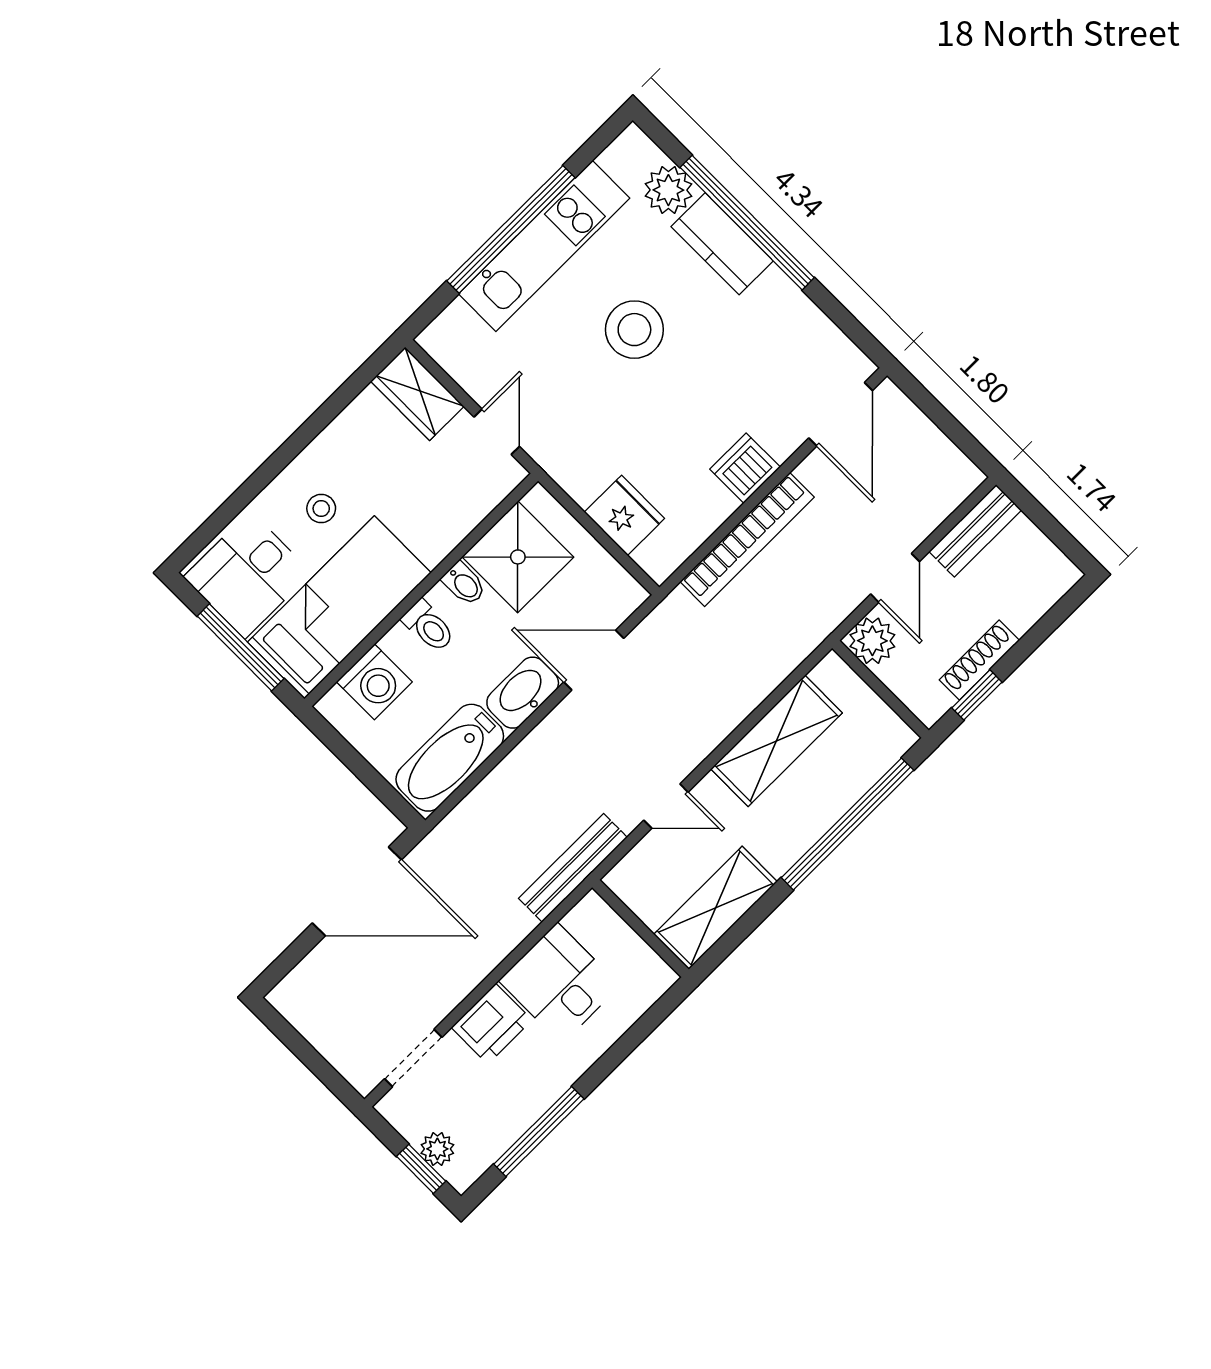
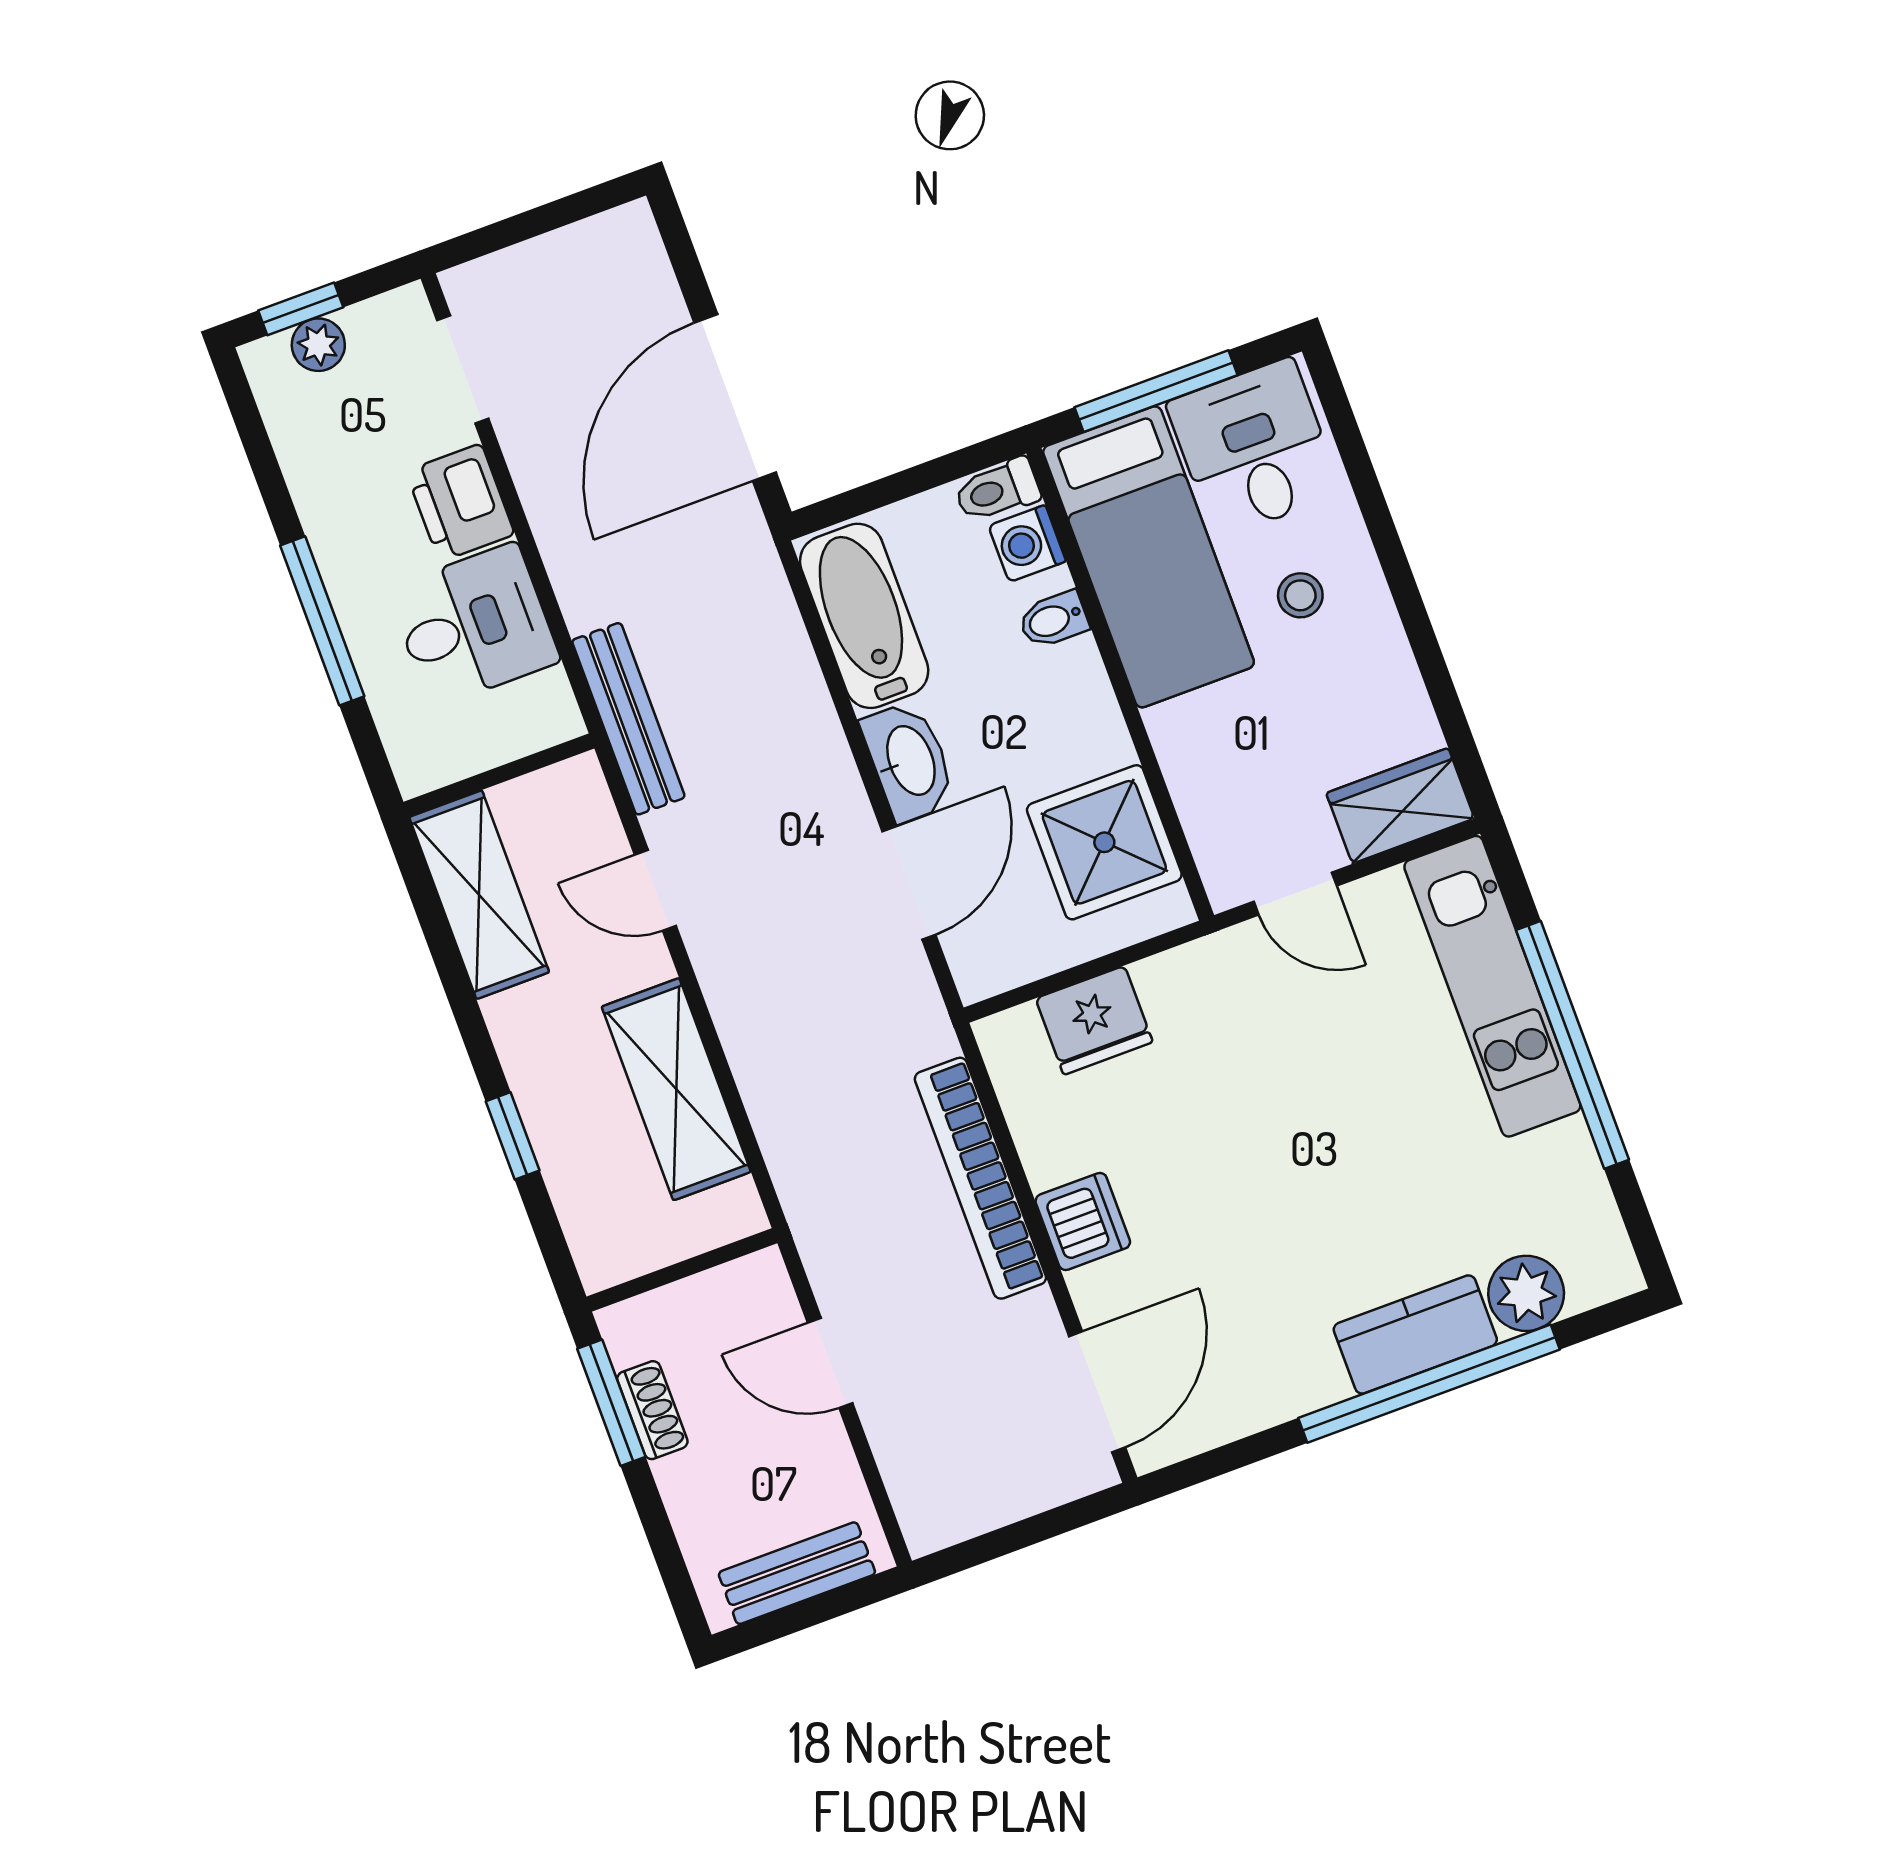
kitchen unit: (544, 246) -> (1492, 986), moved
stool: (634, 330) -> (1351, 1155), removed
door: (841, 414) -> (1097, 1392), swing flipped
bench: (975, 531) -> (797, 1573), moved, turned 90
bidet: (464, 584) -> (1054, 620), moved
toilet: (428, 626) -> (997, 490), moved
plant: (872, 641) -> (756, 1290), removed
shoe rack: (979, 660) -> (652, 1410), width x0.70
washing machine: (374, 682) -> (1027, 543), width x0.73, depth x0.73
window: (977, 695) -> (611, 1403), width x1.50
door: (666, 806) -> (655, 890), hinge flipped
window: (847, 824) -> (513, 1136), width x0.32
window: (539, 1131) -> (322, 621), moved

